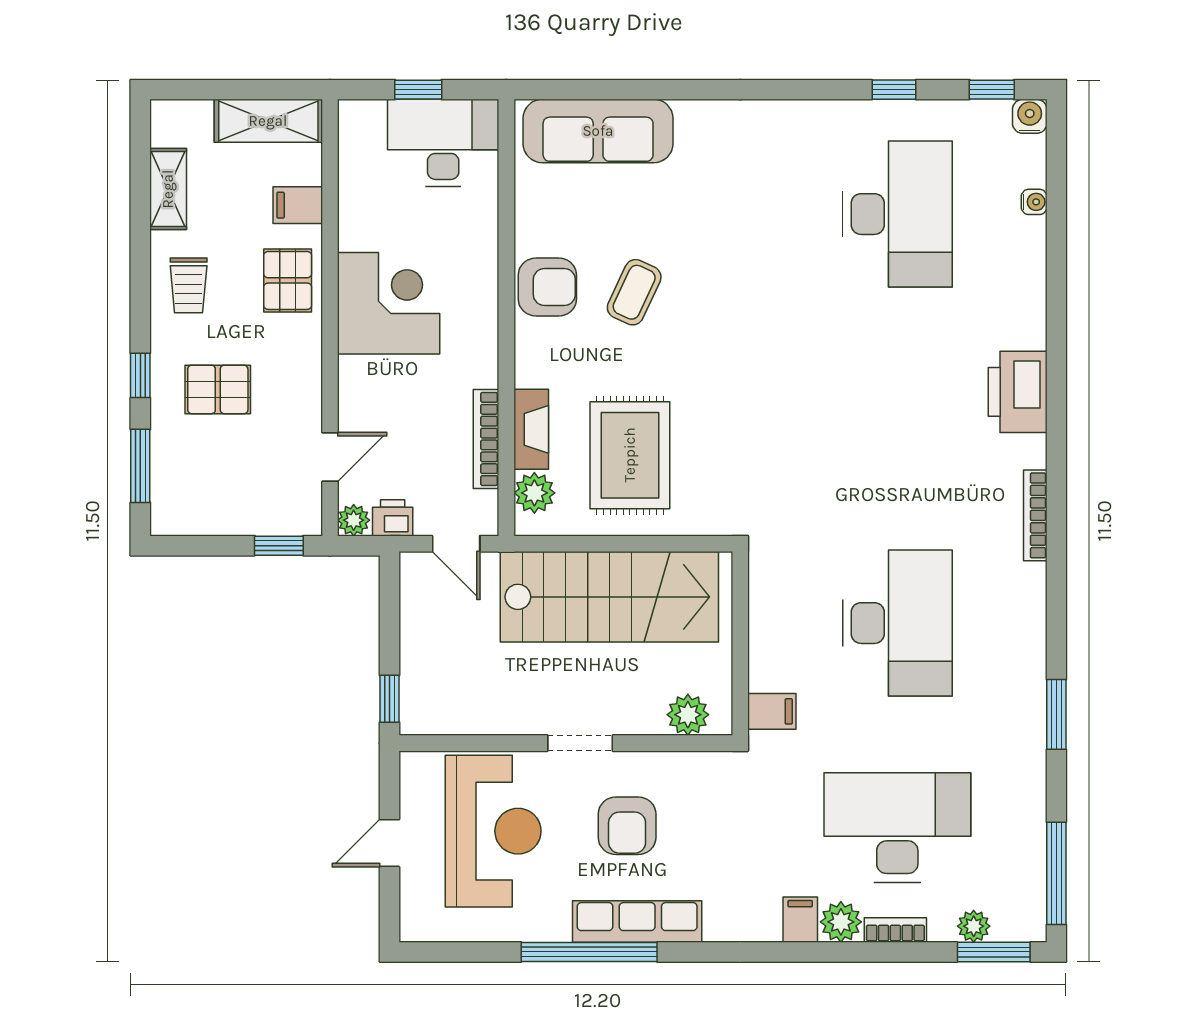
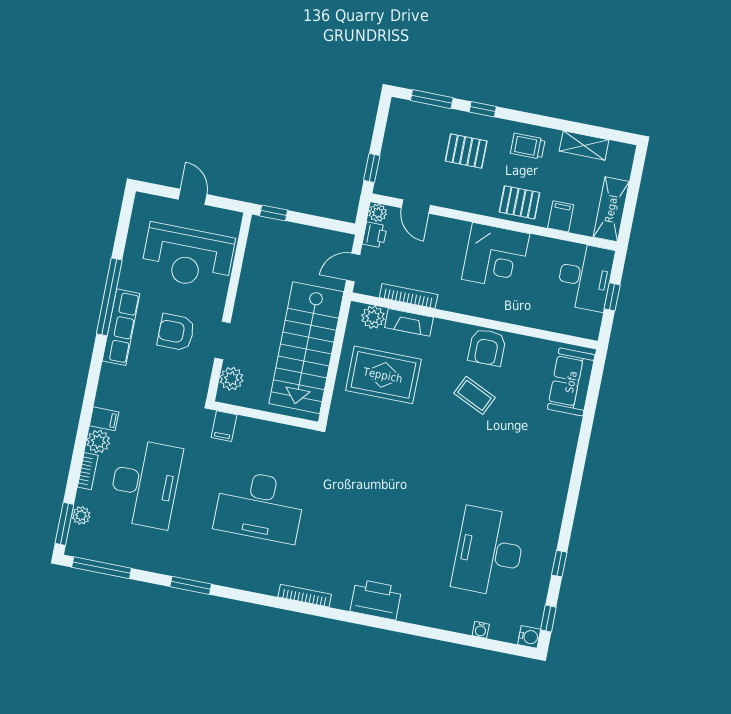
sofa: (598, 131) -> (571, 382), width x0.73
desk: (443, 143) -> (585, 277), moved
desk: (897, 214) -> (489, 552), turned 90
pallet: (218, 389) -> (466, 151), turned 90
doorway: (580, 743) -> (222, 340), moved

